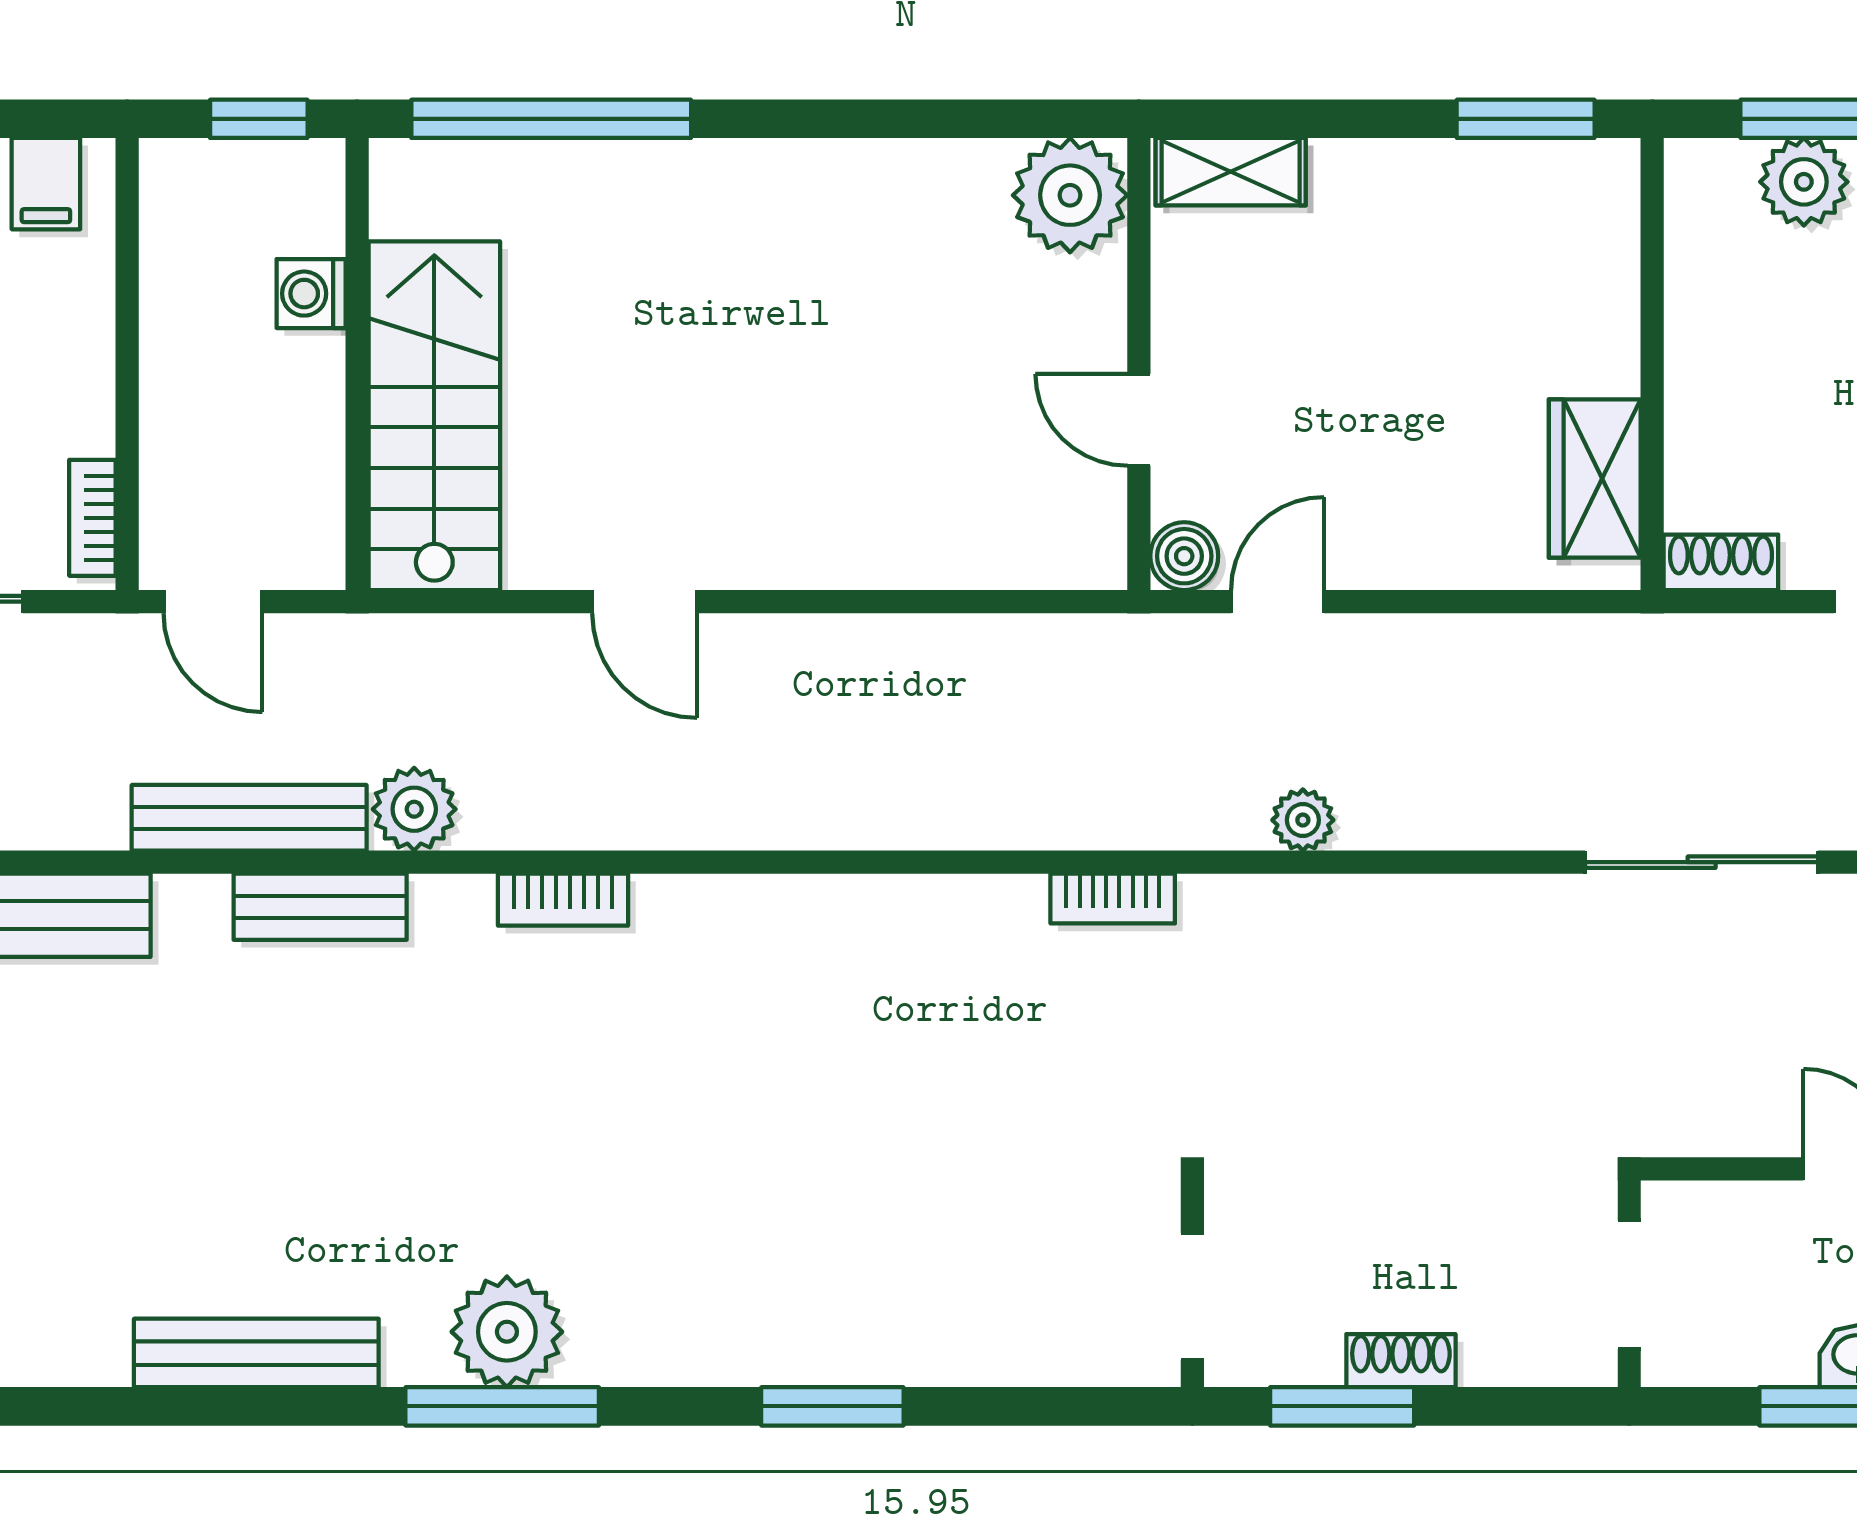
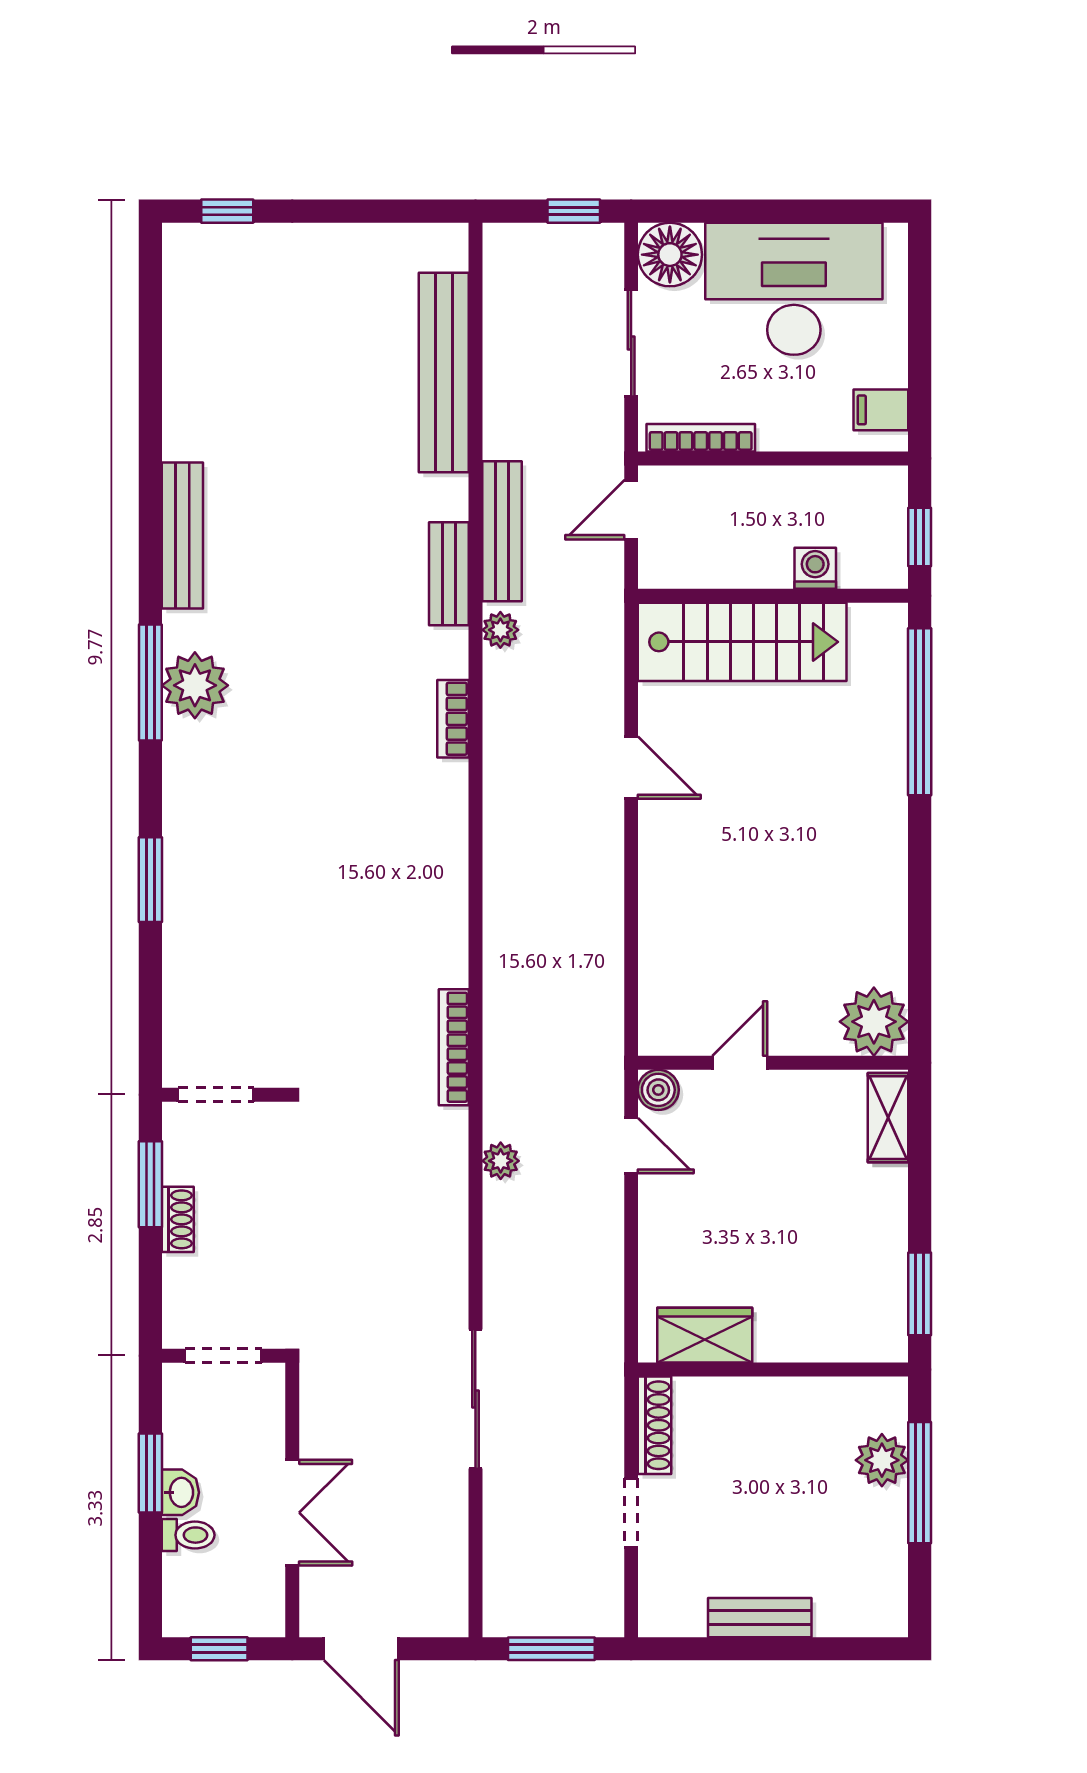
bookcase: (92, 518) -> (701, 438), width x1.56
shoe rack: (1721, 562) -> (655, 1425), width x1.43
door: (645, 602) -> (631, 768), swing flipped
plant: (414, 809) -> (500, 630), width x0.73, depth x0.73
bookcase: (1113, 899) -> (454, 1047), width x1.56

